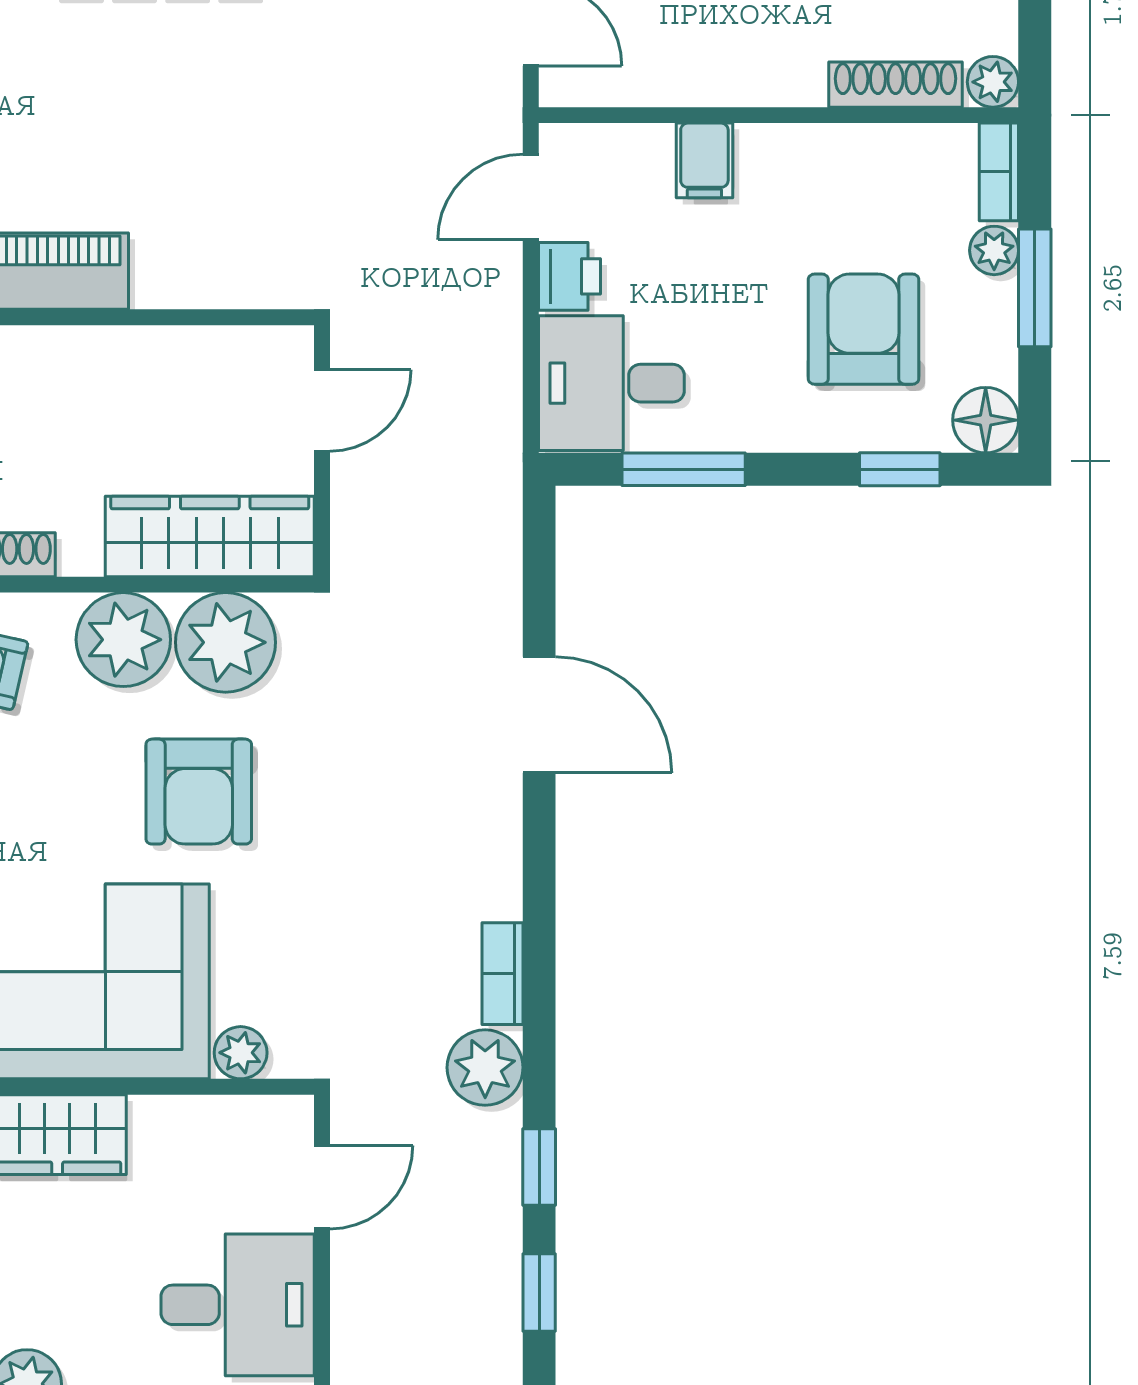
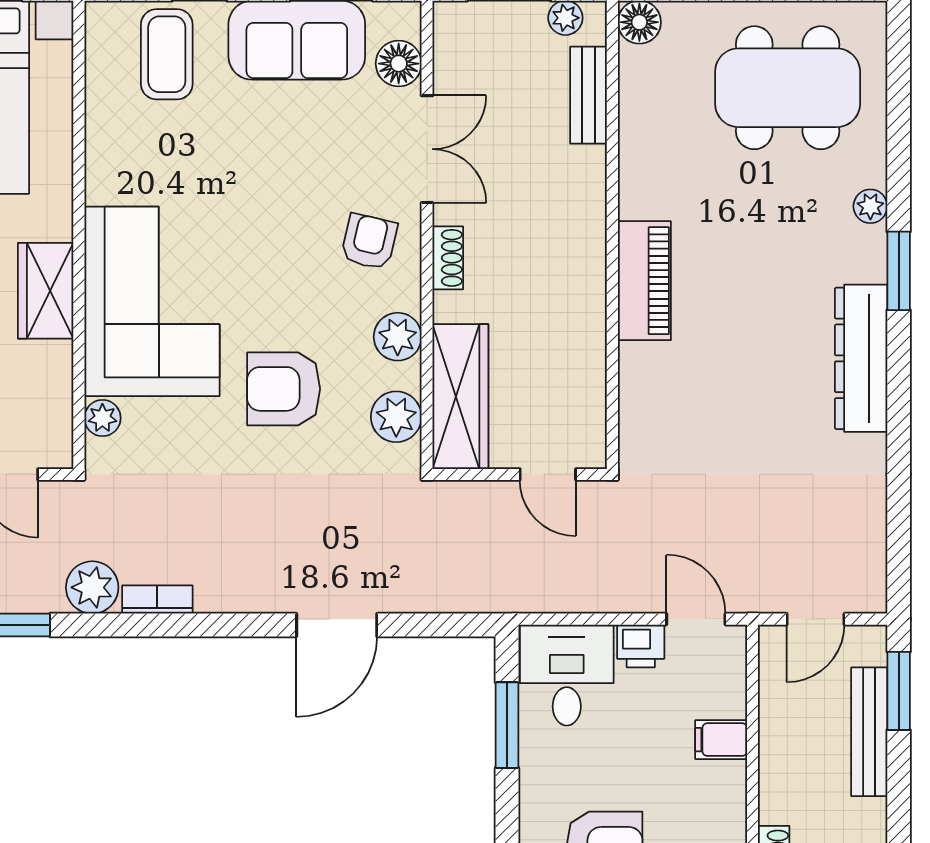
plant: (123, 640) -> (398, 337), width x0.73, depth x0.73
plant: (226, 642) -> (396, 417), width x0.73, depth x0.73

